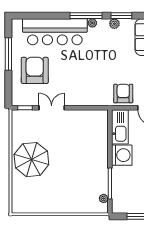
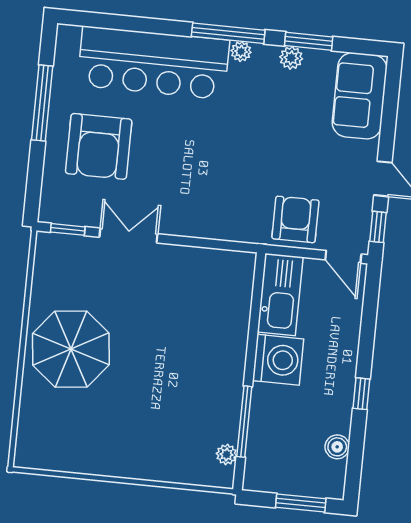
armchair: (35, 70) -> (99, 146), turned 180

